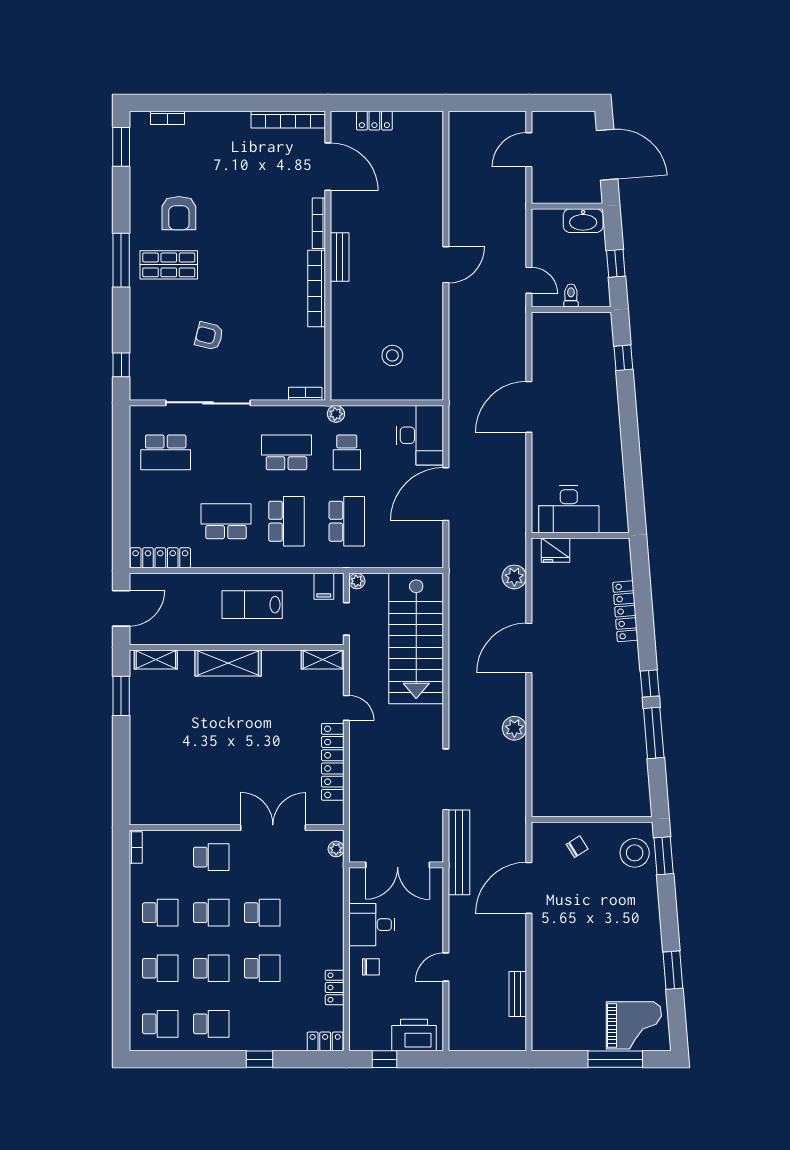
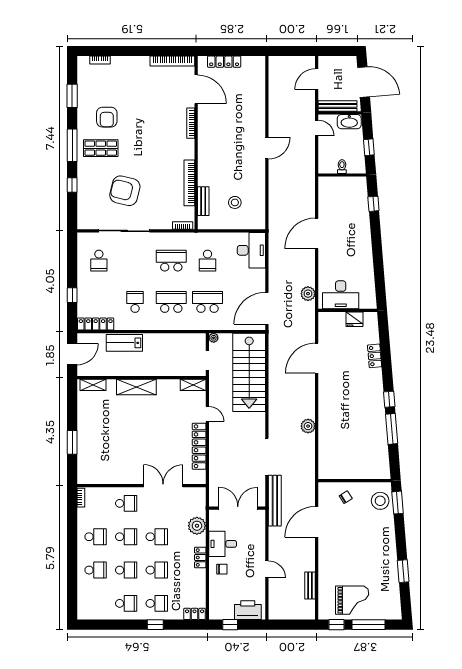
locker: (374, 121) -> (224, 62), width x1.53
window: (121, 147) -> (72, 96), moved
bench: (564, 195) -> (338, 106), added
bench: (340, 257) -> (203, 201), moved
door: (529, 280) -> (317, 128), moved
bookcase: (317, 288) -> (189, 183), moved
armchair: (209, 336) -> (125, 191), width x1.88, depth x1.88
window: (121, 365) -> (72, 185), moved
plant: (336, 414) -> (201, 238), removed
school desk: (166, 452) -> (99, 261), width x0.54
door: (446, 494) -> (267, 308), moved
window: (121, 510) -> (72, 295), added
school desk: (226, 521) -> (135, 302), width x0.54
school desk: (286, 521) -> (171, 302), turned -90
school desk: (347, 521) -> (208, 302), turned -90
fridge: (556, 550) -> (355, 319), moved
plant: (514, 577) -> (308, 294), moved
filing cabinet: (324, 586) -> (194, 341), removed
lab bench: (252, 605) -> (124, 343), moved
locker: (625, 611) -> (375, 356), width x0.66
door: (529, 648) -> (317, 358), moved
window: (121, 696) -> (72, 442), moved
plant: (336, 849) -> (197, 526), moved, width x1.87, depth x1.87
double door: (398, 865) -> (238, 508), swing flipped
door: (446, 967) -> (267, 569), swing flipped
locker: (335, 988) -> (200, 557), moved
school desk: (160, 1024) -> (157, 603), moved
grand piano: (634, 1025) -> (352, 600), moved
window: (562, 1059) -> (337, 625), added

